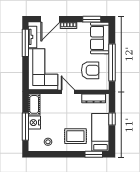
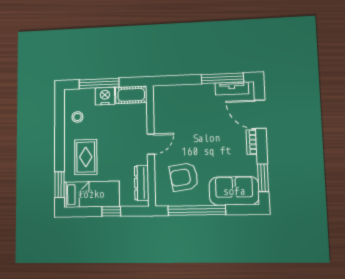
corner sofa: (43, 69) -> (184, 106), removed
armchair: (90, 70) -> (184, 177), turned 81

